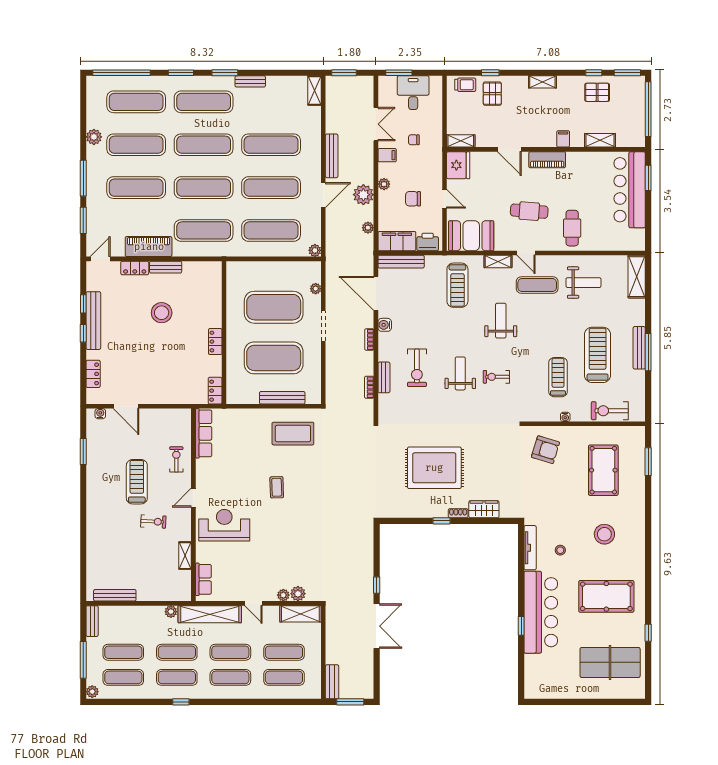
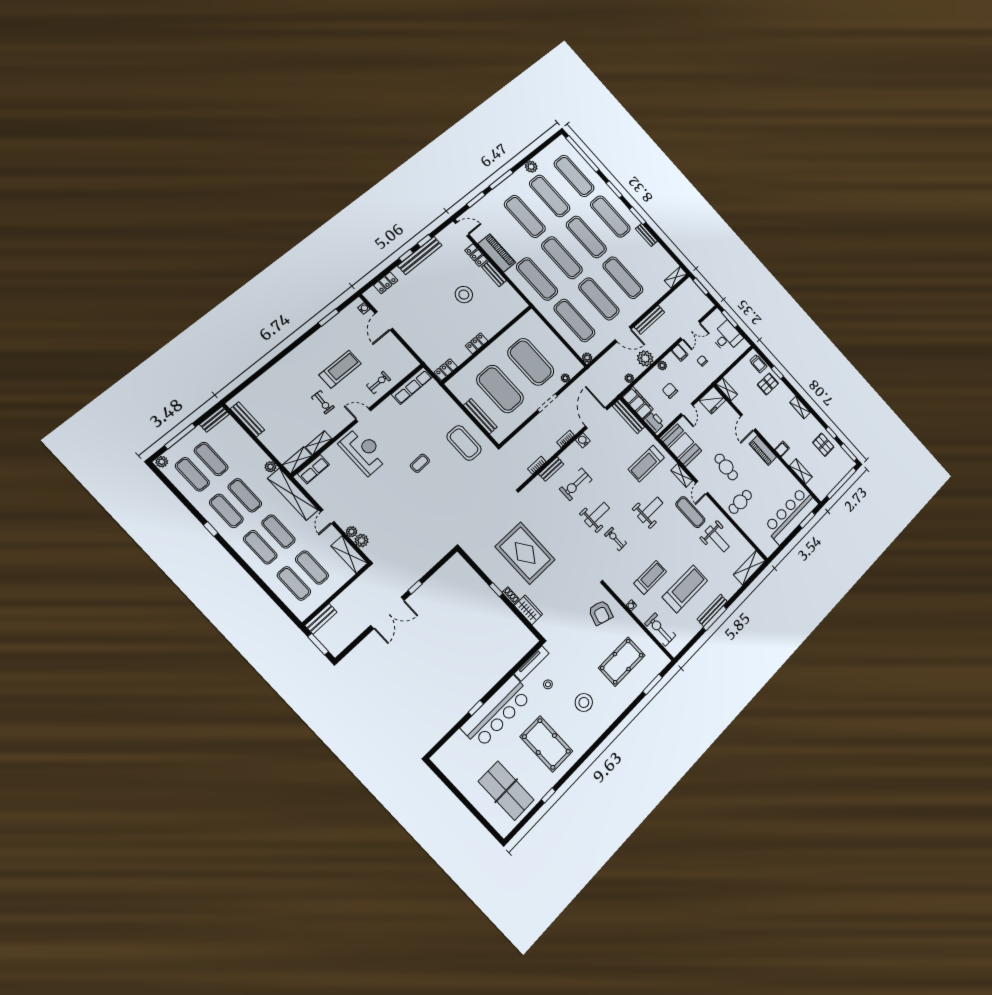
shelving: (184, 586) -> (297, 460), added

